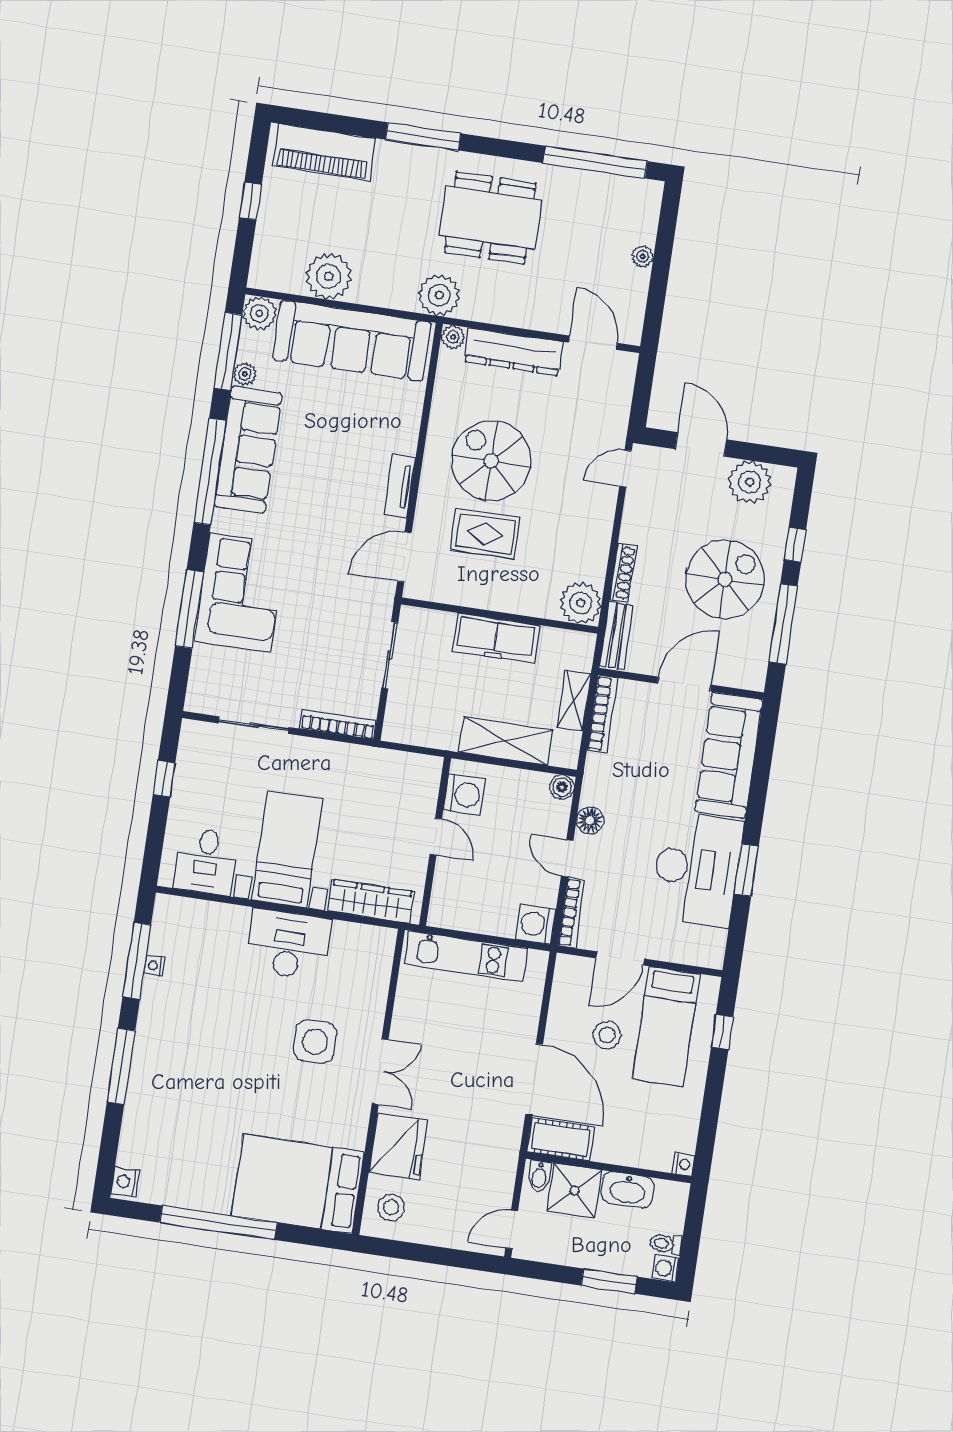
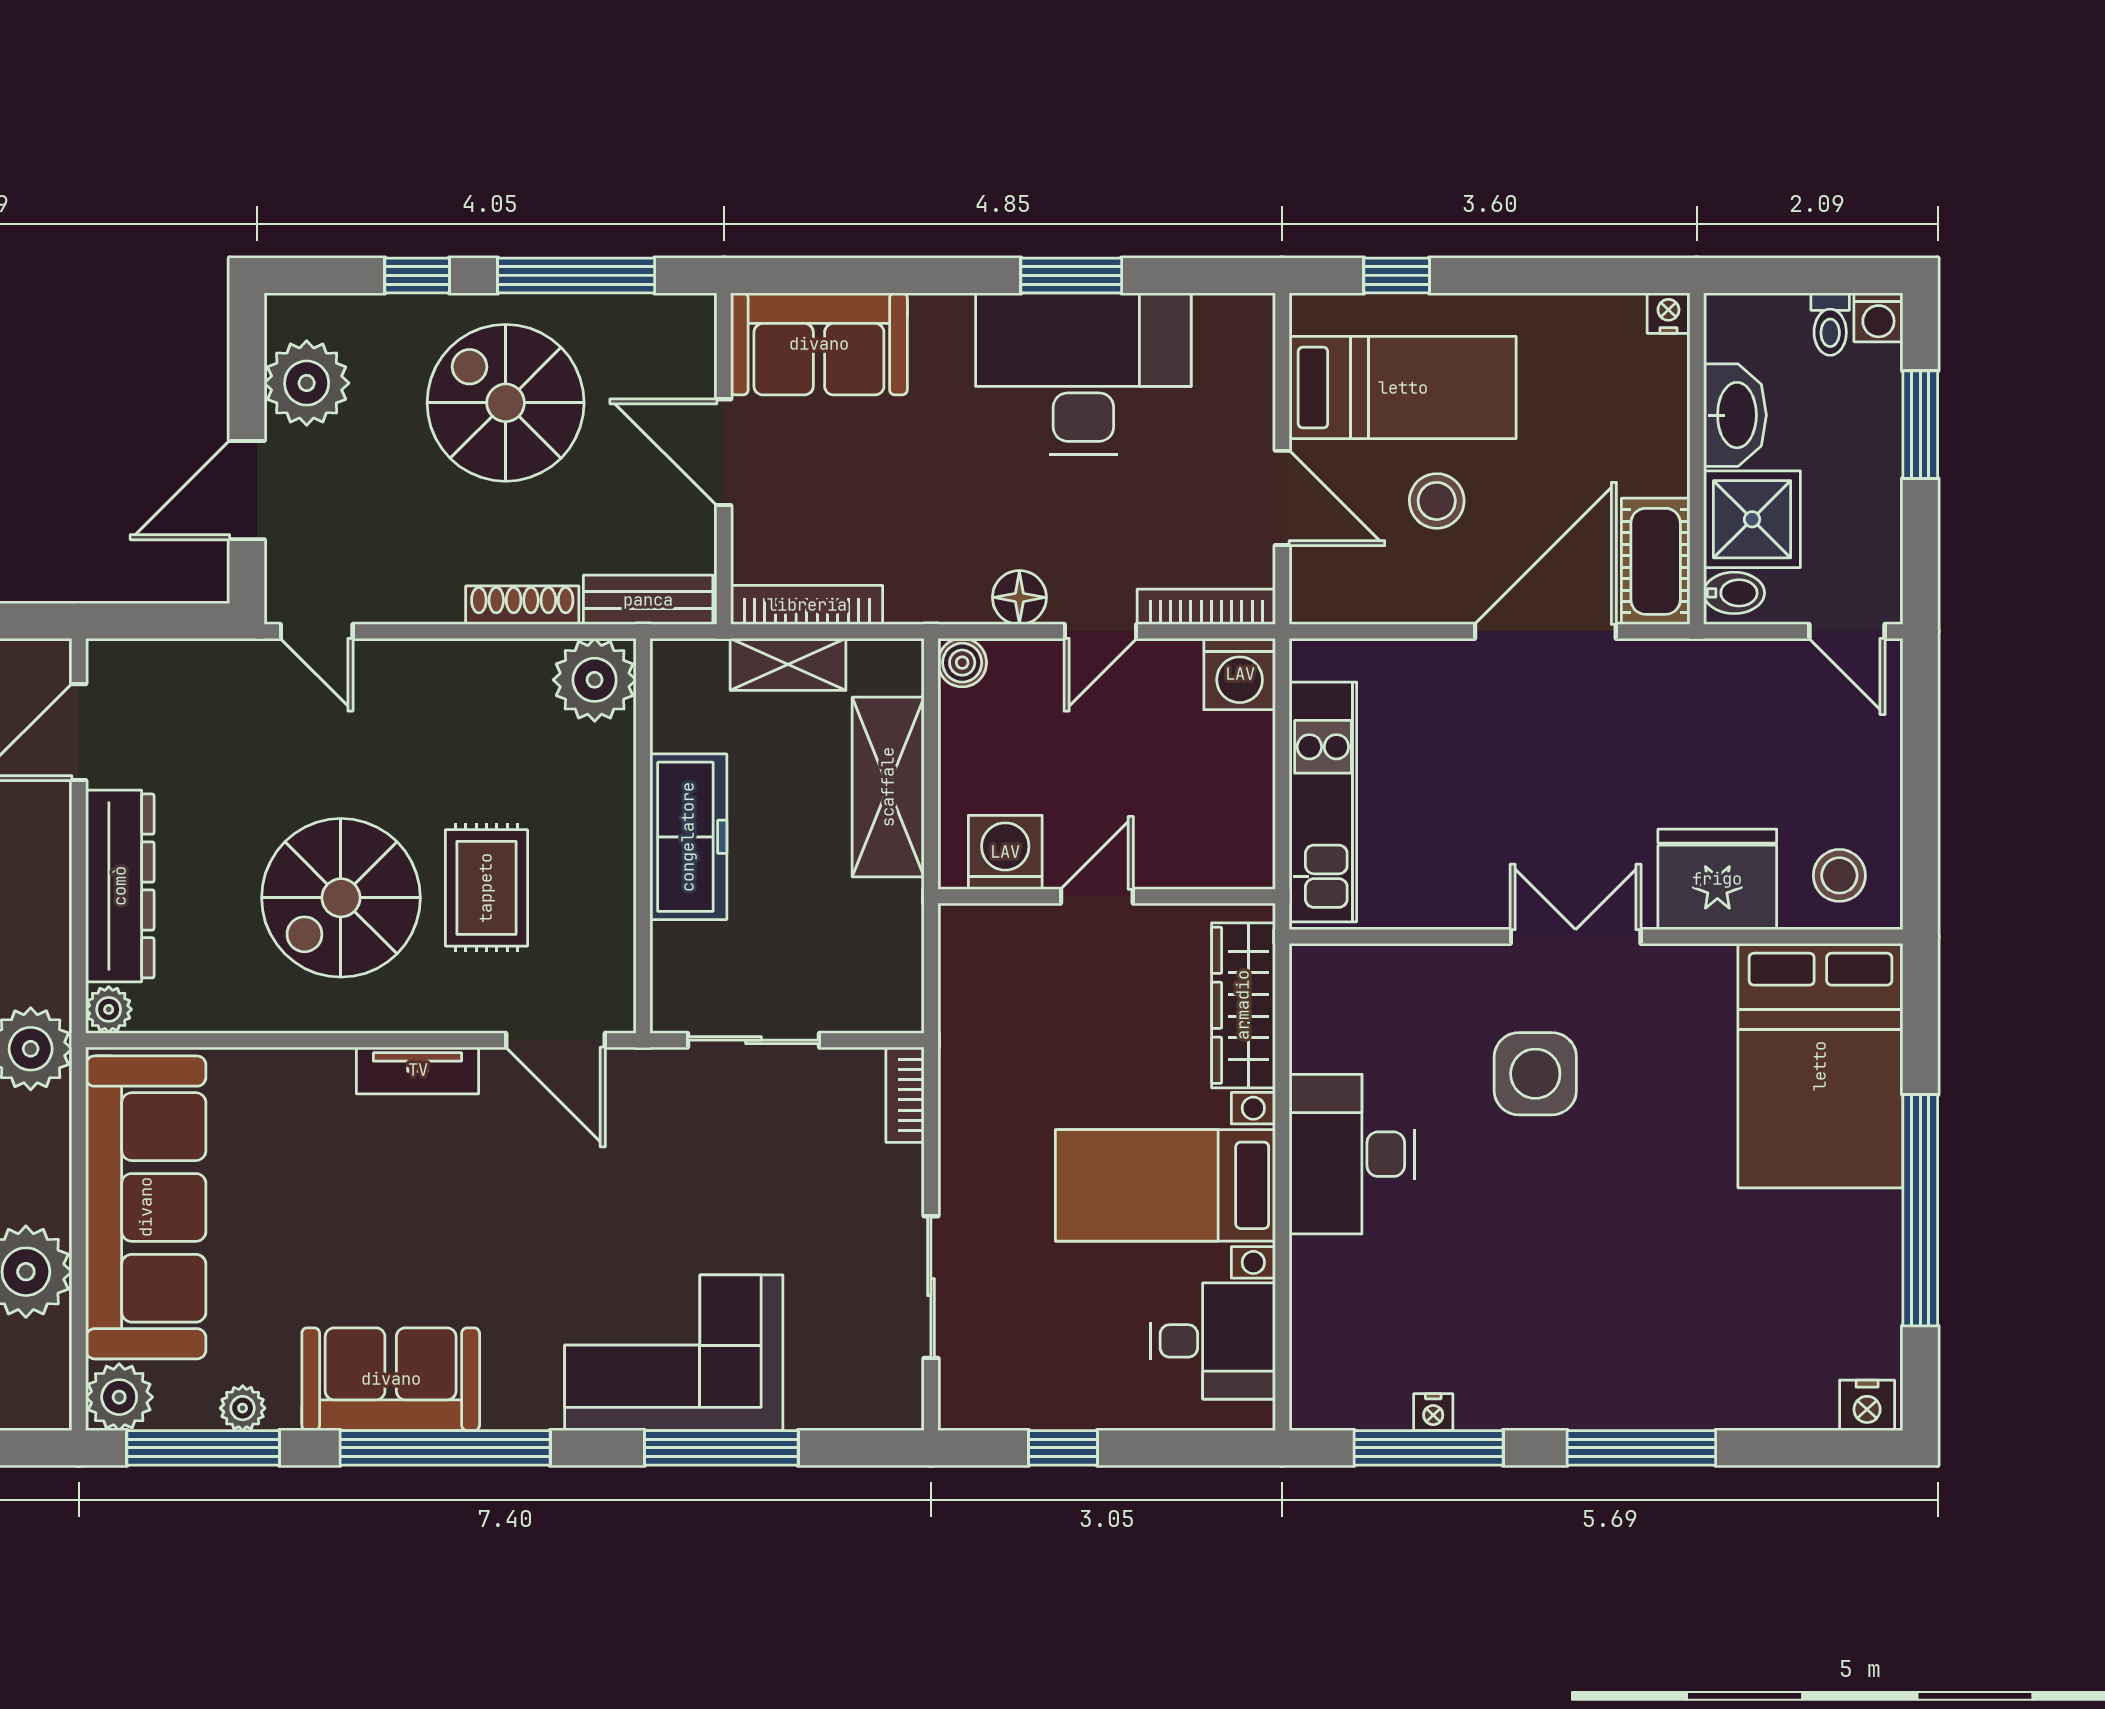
sofa: (248, 450) -> (391, 1379), width x0.73
bookcase: (338, 725) -> (905, 1095), width x0.64
sofa: (729, 755) -> (819, 344), width x0.73

